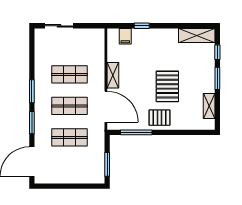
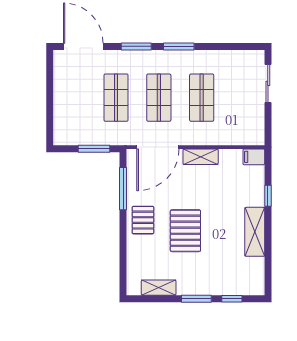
shelving: (197, 35) -> (255, 232), moved
filing cabinet: (125, 36) -> (254, 157), moved
pallet: (167, 86) -> (185, 231), turned 90
window: (107, 164) -> (94, 149), moved

